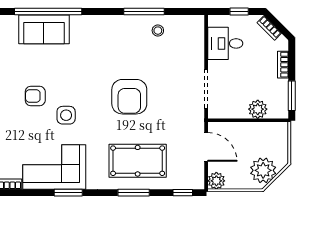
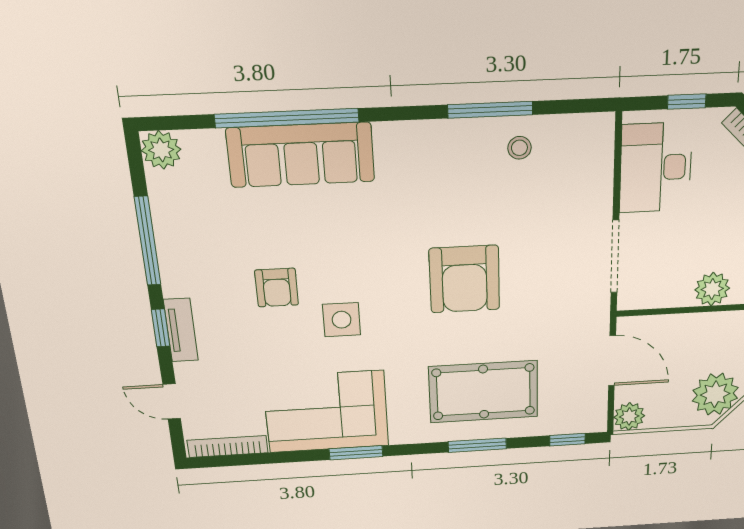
sofa: (44, 29) -> (301, 155), width x1.36
desk: (225, 43) -> (656, 168), width x1.37
armchair: (35, 96) -> (277, 288), turned -90

